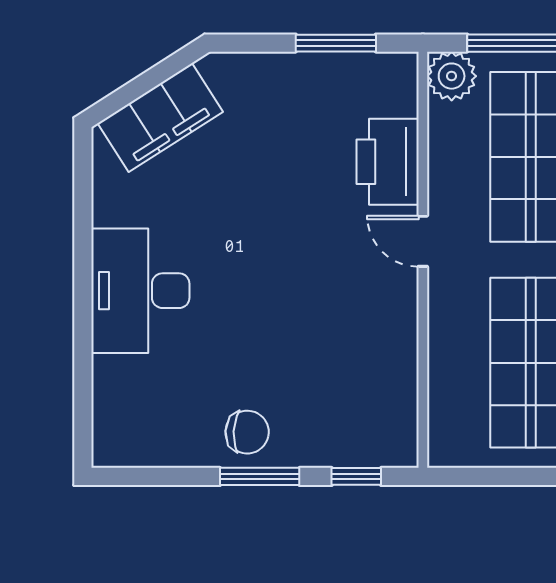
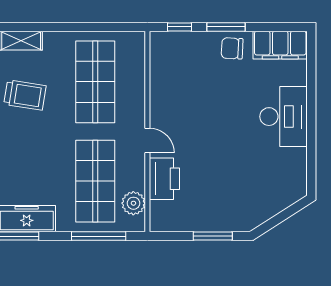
window: (336, 43) -> (213, 236), moved
plant: (452, 76) -> (133, 203), moved
filing cabinet: (160, 117) -> (280, 45), moved, turned -147

